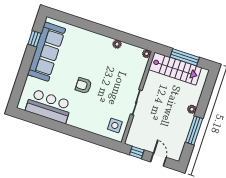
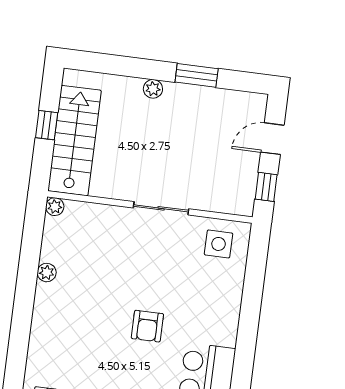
window: (185, 57) -> (47, 125), width x0.46
window: (194, 130) -> (197, 75), width x0.69

